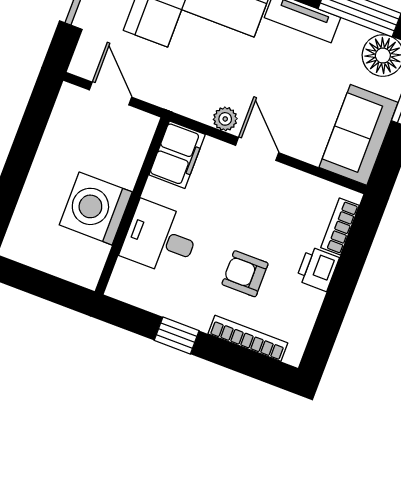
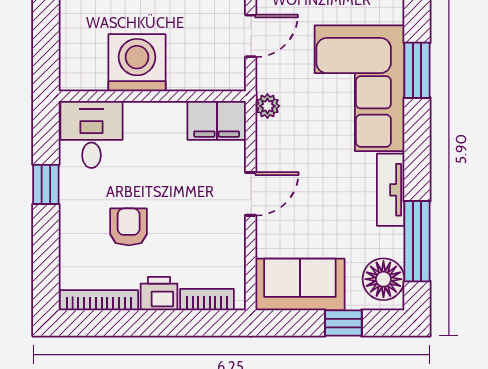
plant: (225, 119) -> (267, 106), moved
desk: (160, 238) -> (91, 134), moved
bookcase: (248, 338) -> (99, 300), moved, turned -90

